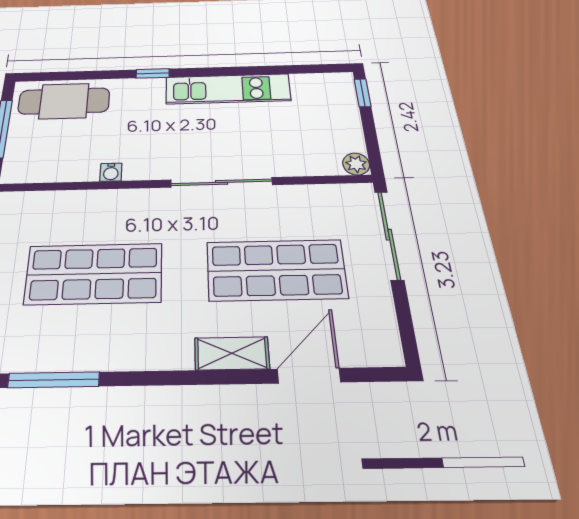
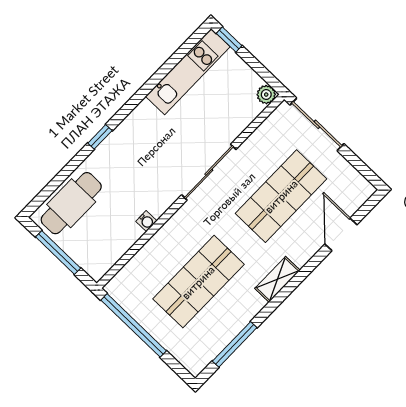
kitchen unit: (228, 89) -> (188, 72), moved
shelving: (232, 353) -> (277, 279), moved

